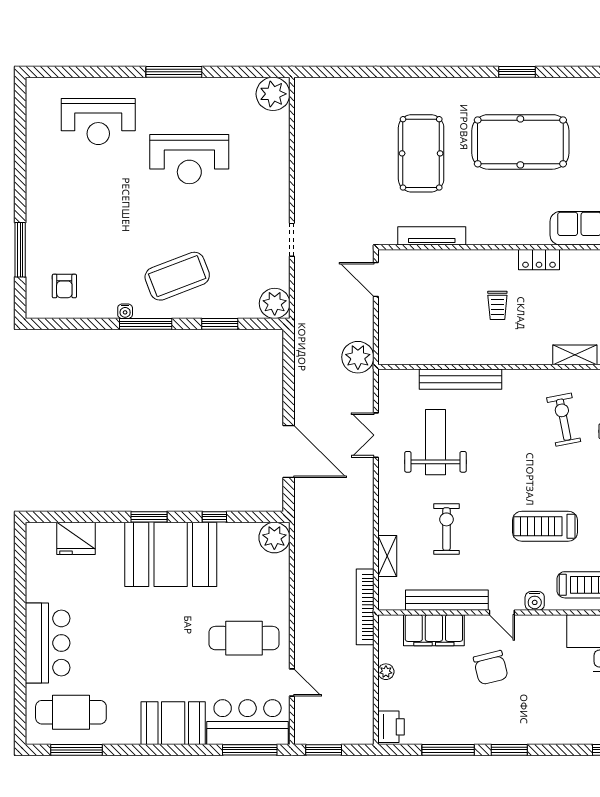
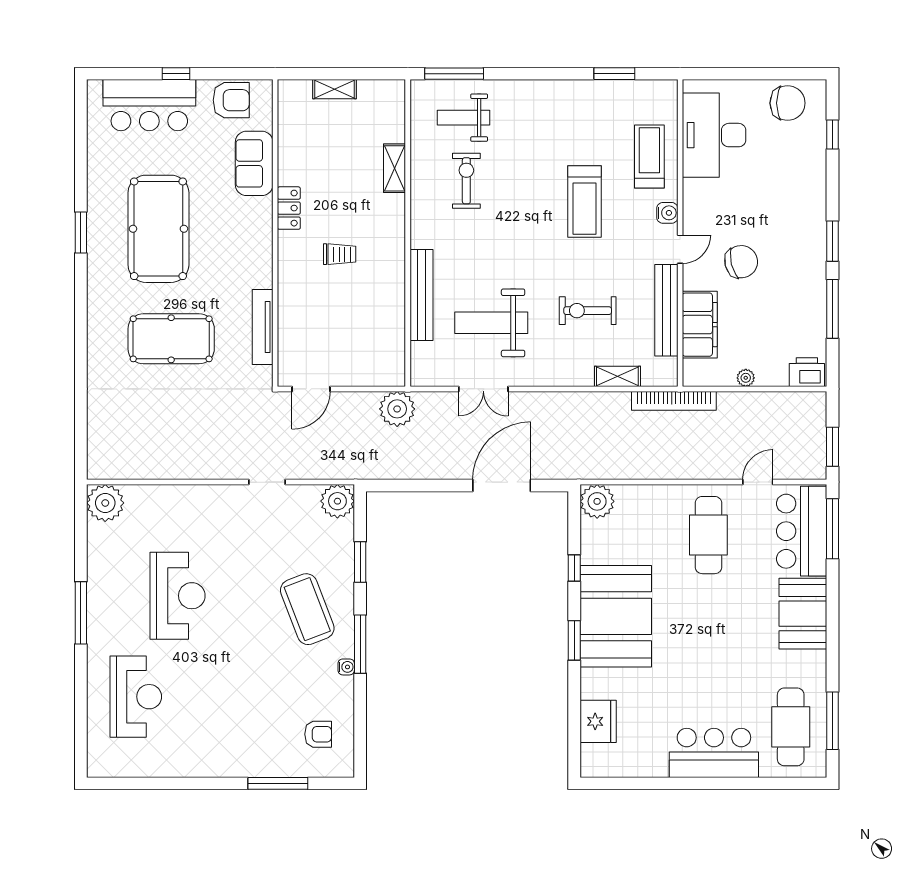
exercise bike: (564, 420) -> (466, 181), turned 101

